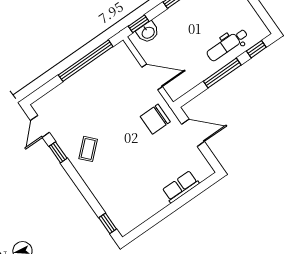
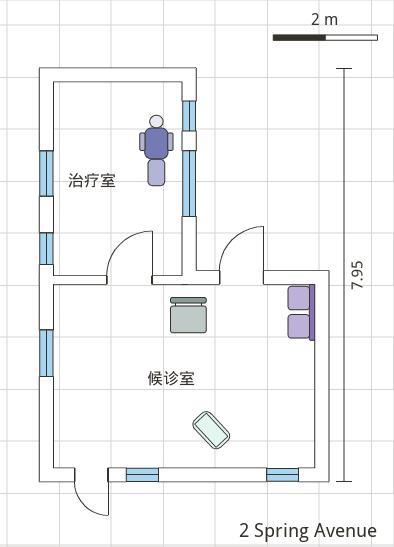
washbasin: (148, 32) -> (66, 244), removed
window: (86, 61) -> (46, 353), width x0.47
coffee table: (88, 149) -> (211, 430), moved
row of seats: (181, 187) -> (302, 312), moved

